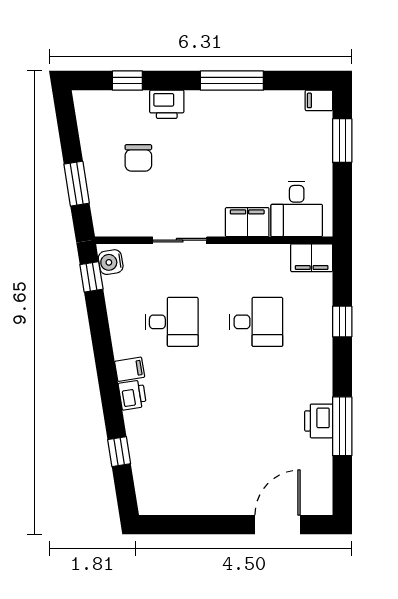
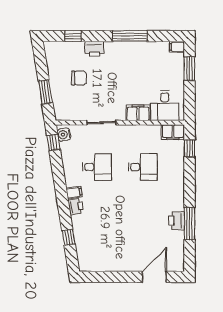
chair: (138, 158) -> (79, 78), turned -90
window: (342, 321) -> (189, 148), moved

